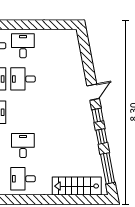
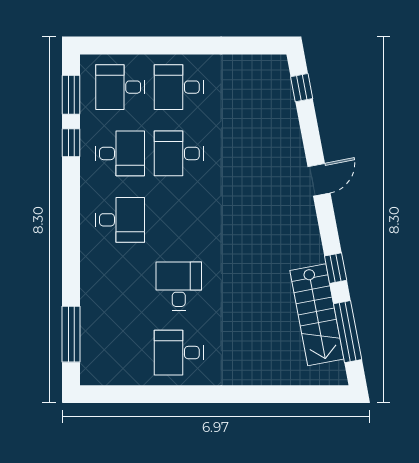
desk: (23, 46) -> (179, 87), turned -90
window: (98, 115) -> (302, 88), moved
stairs: (77, 186) -> (317, 315), moved, turned -101

